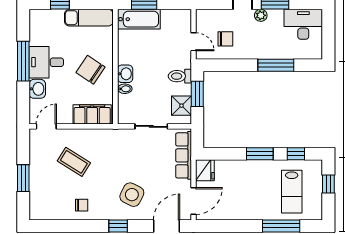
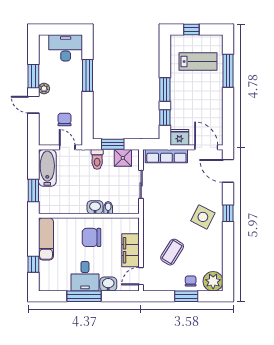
bathtub: (139, 19) -> (47, 168), moved
desk: (303, 24) -> (66, 48), moved, turned 90
door: (193, 42) -> (67, 147), hinge flipped
chair: (91, 70) -> (91, 237), turned 56
filing cabinet: (92, 114) -> (131, 250), moved
door: (46, 126) -> (141, 276), hinge flipped
window: (296, 154) -> (165, 118), moved
side table: (132, 195) -> (203, 217), moved
chair: (82, 205) -> (191, 281), moved
plant: (40, 209) -> (213, 281), added

